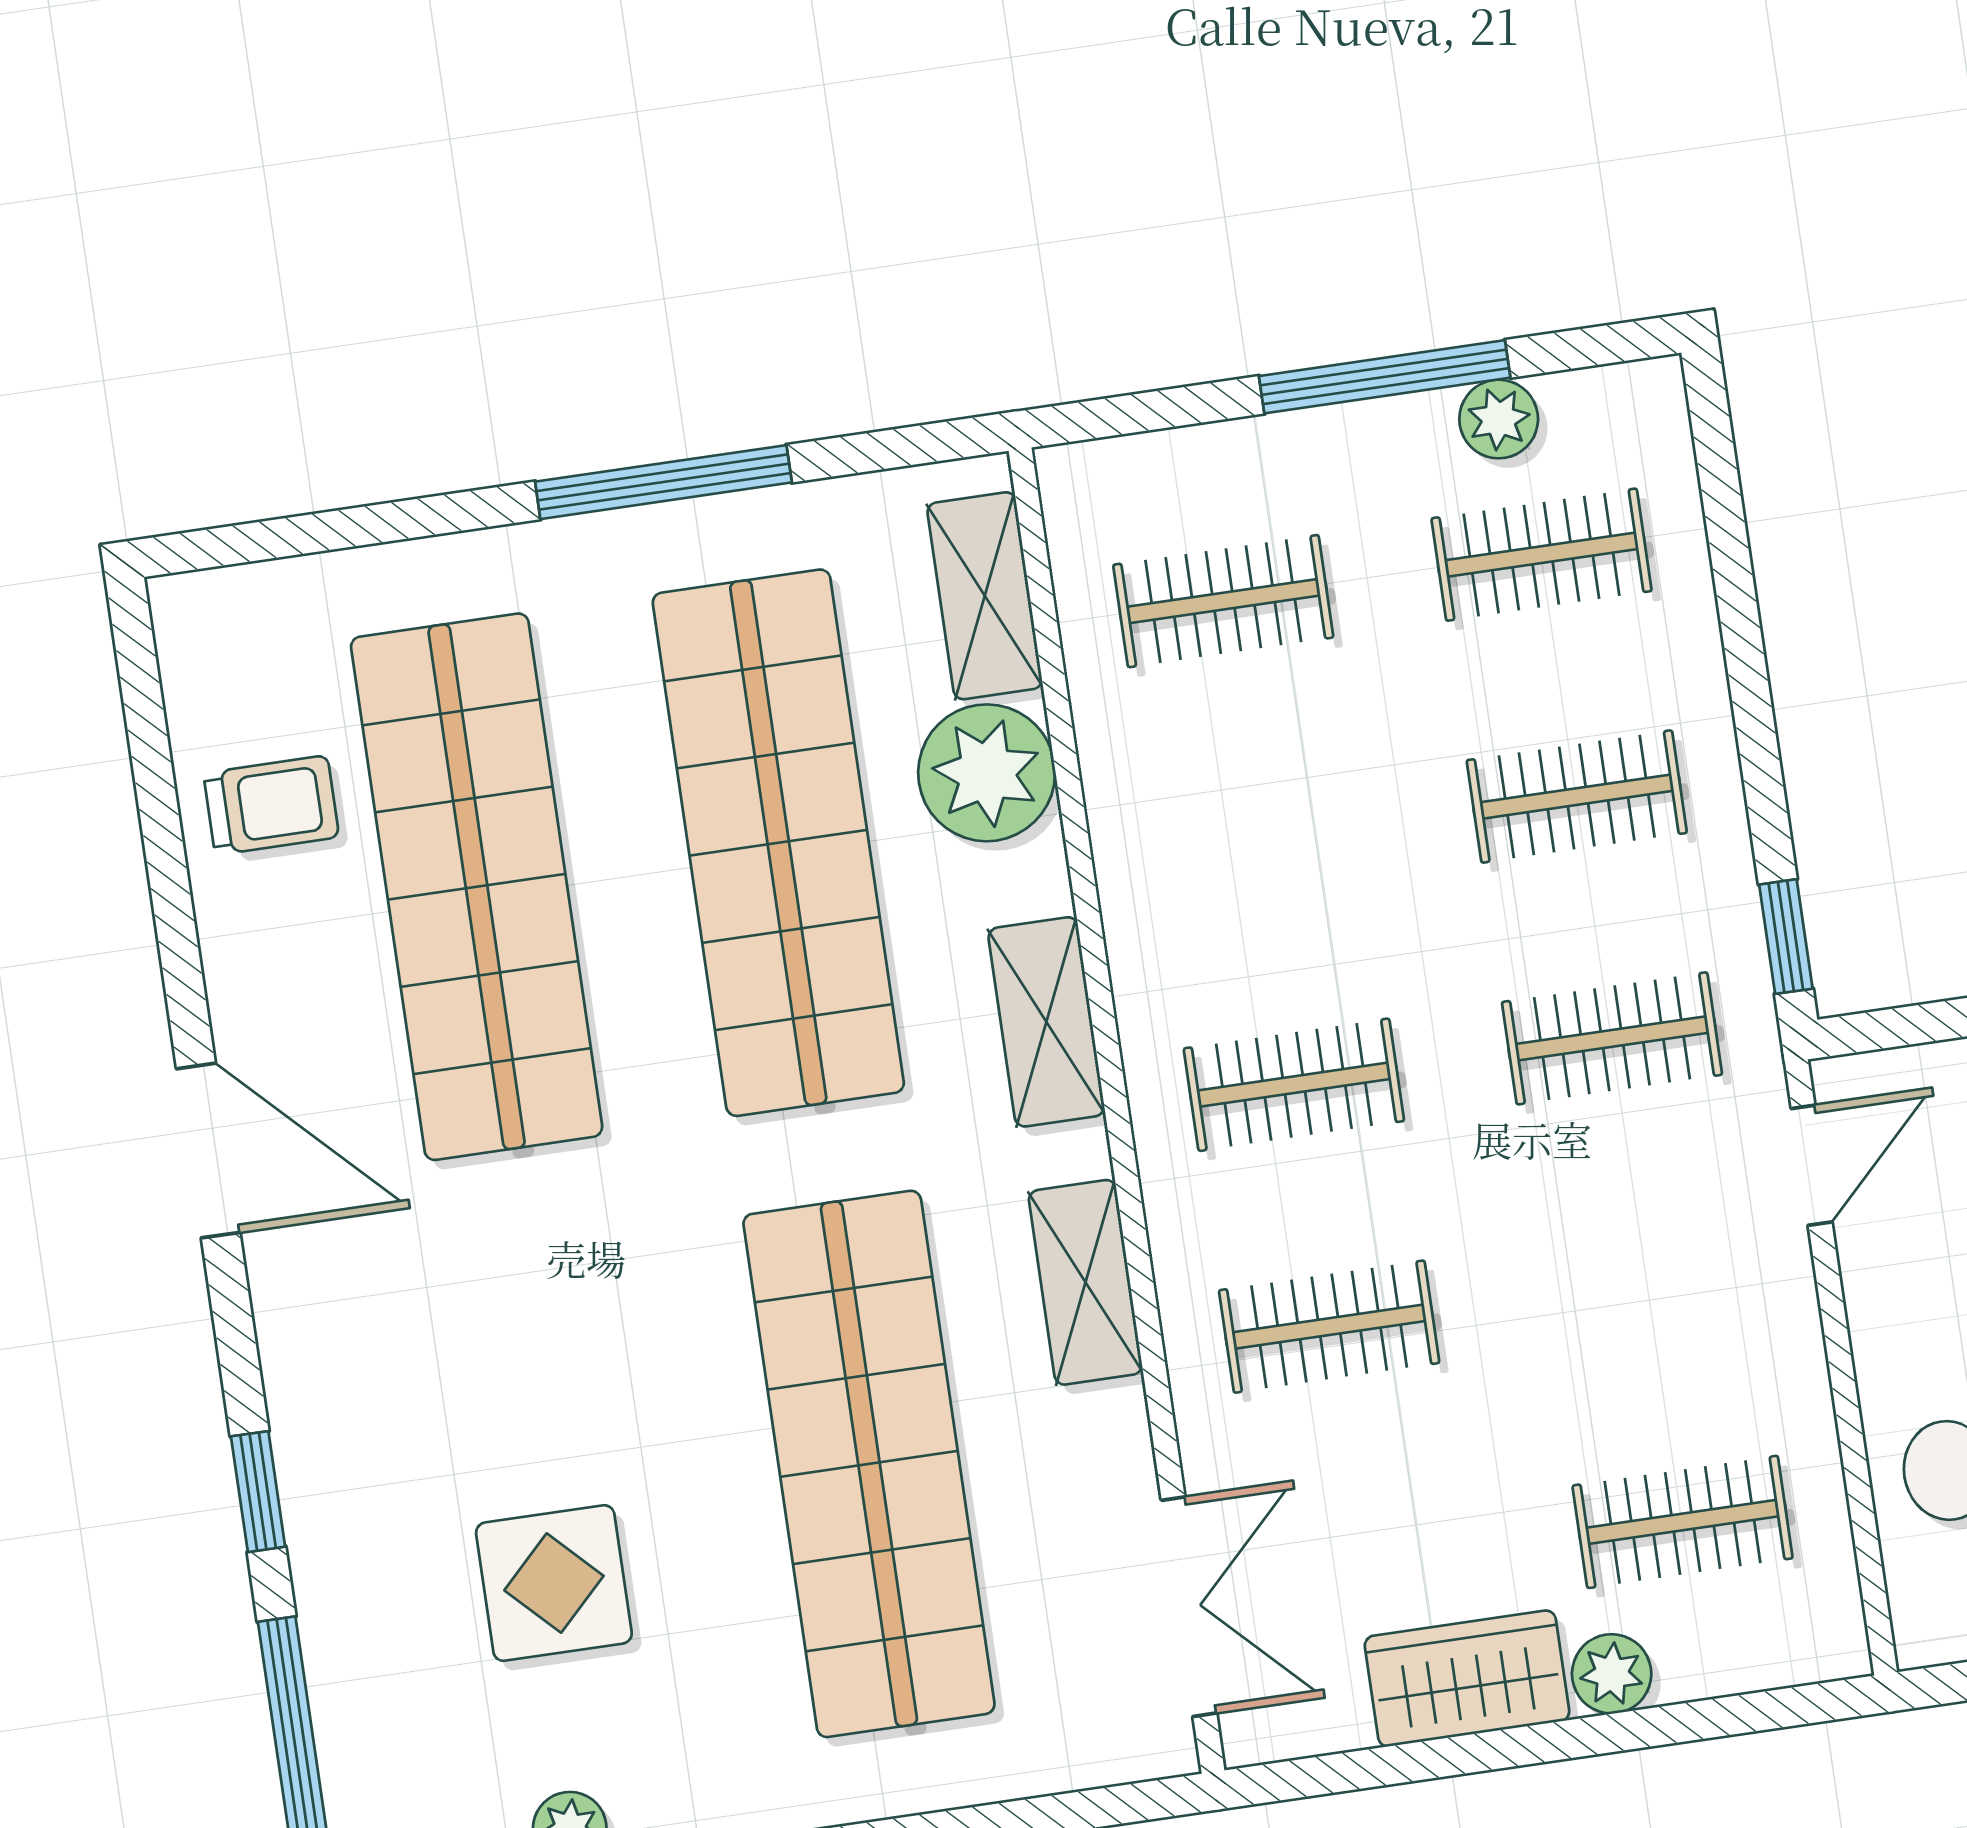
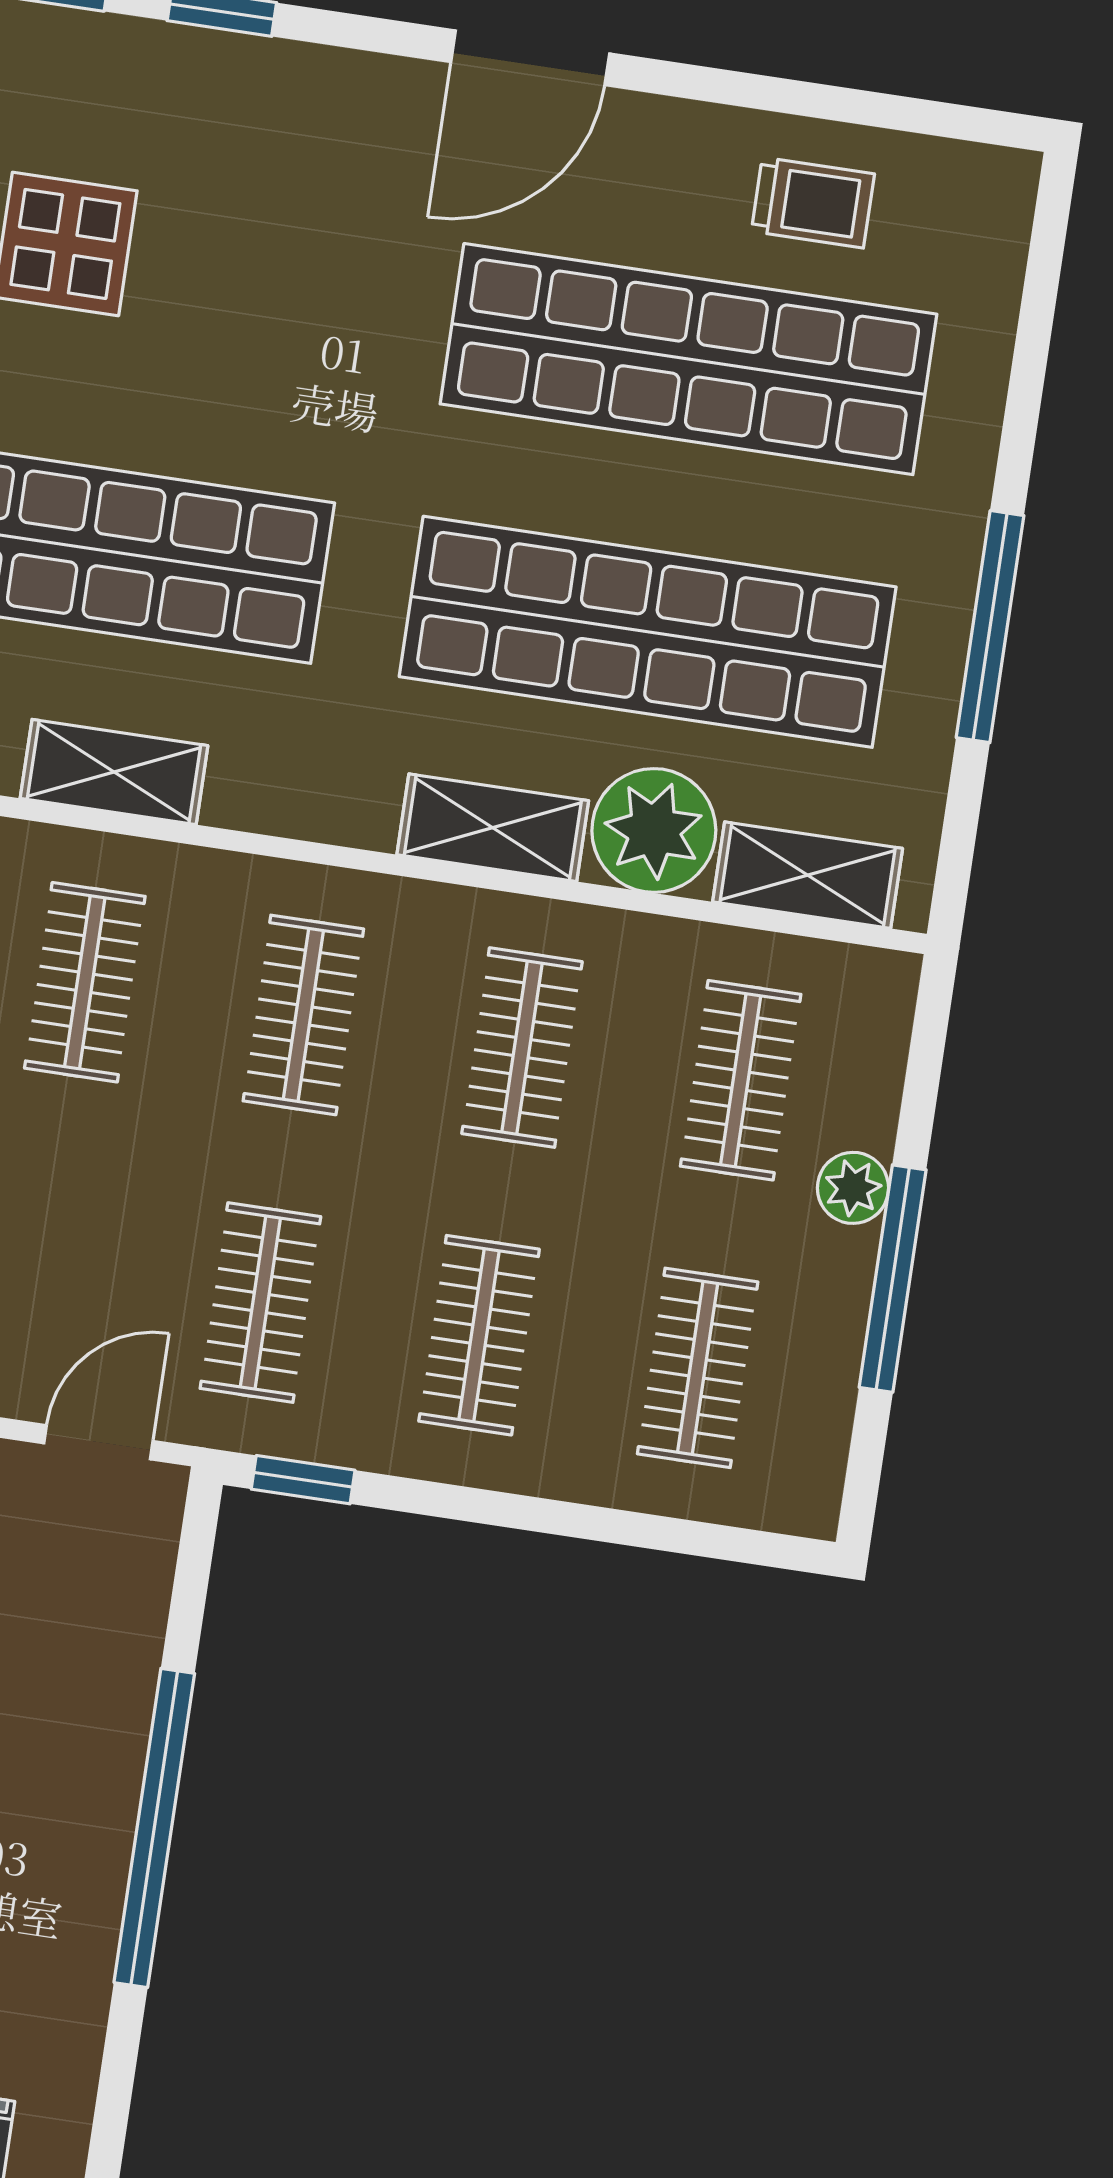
plant: (1499, 419) -> (853, 1188), moved
trolley: (271, 805) -> (813, 203), turned -90
clothes rail: (1259, 843) -> (522, 1048), added
shelving: (1046, 1022) -> (493, 828), moved
door: (1812, 1165) -> (98, 1442), swing flipped
shelving: (1085, 1282) -> (114, 772), moved

